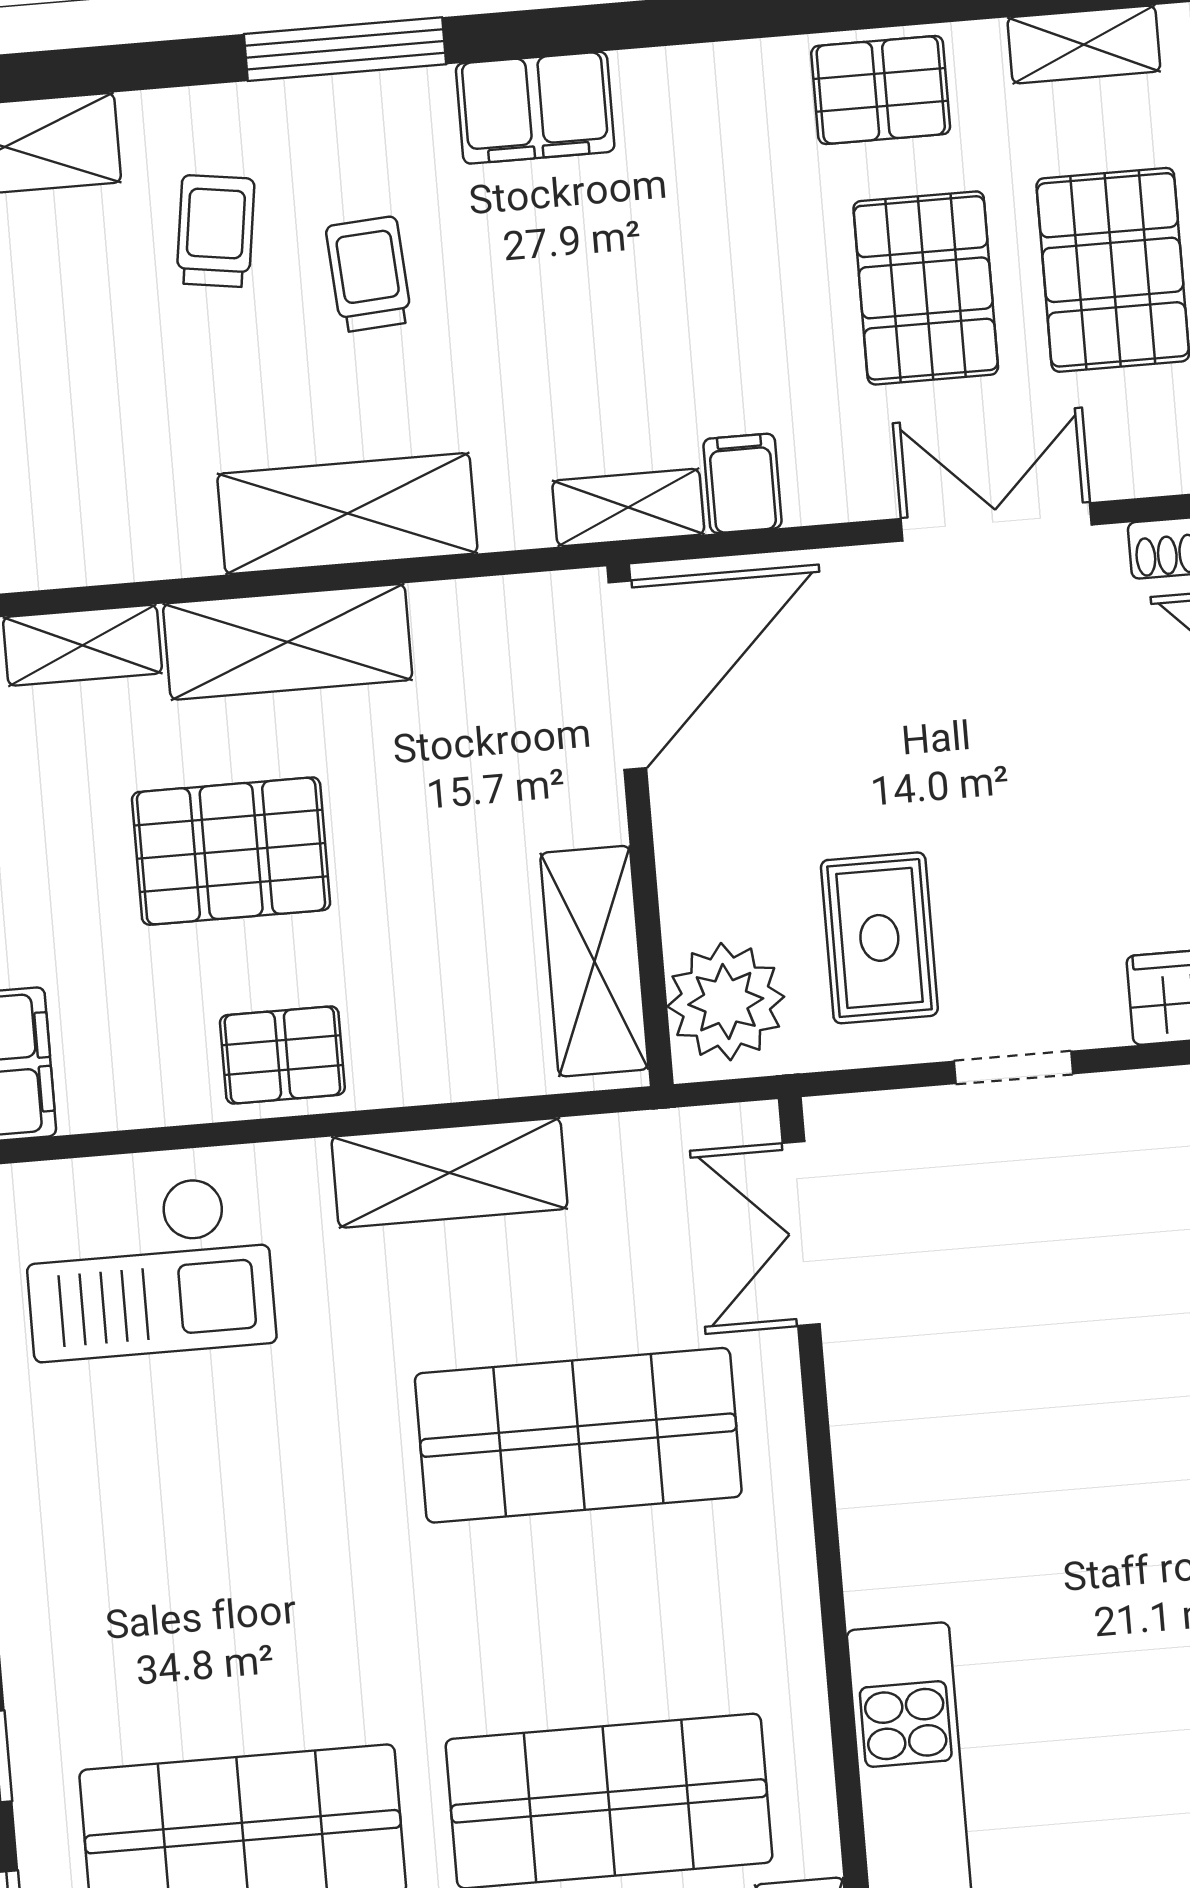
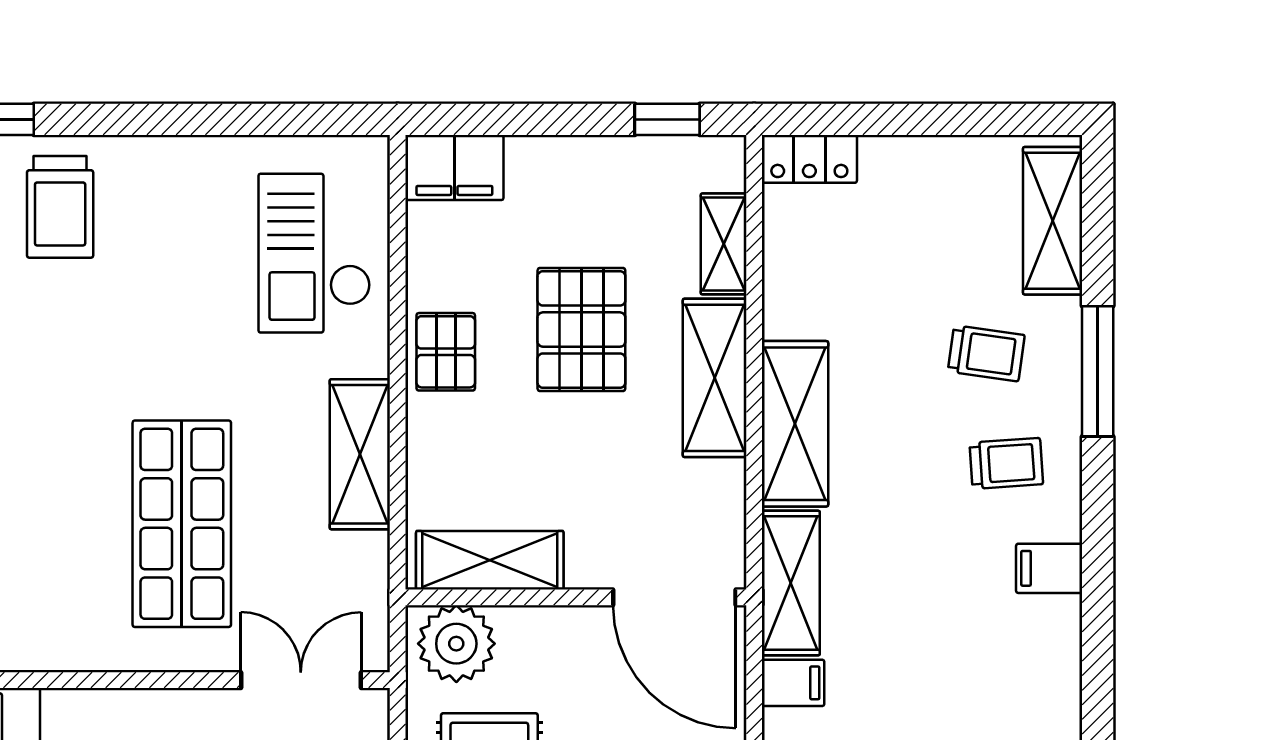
window: (345, 49) -> (1098, 371), moved
filing cabinet: (535, 108) -> (1049, 568), width x0.50
trolley: (369, 274) -> (1006, 463), moved
shelving: (628, 507) -> (791, 583), width x1.50, depth x1.33
trolley: (111, 1661) -> (60, 207), added

